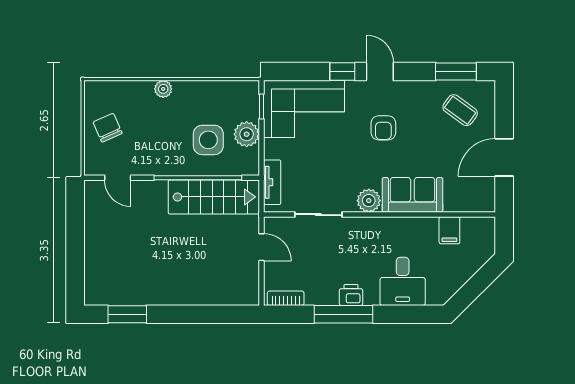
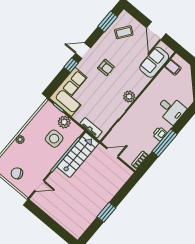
sofa: (412, 195) -> (154, 62), moved
filing cabinet: (449, 230) -> (173, 67), moved
window: (127, 314) -> (106, 212), moved

